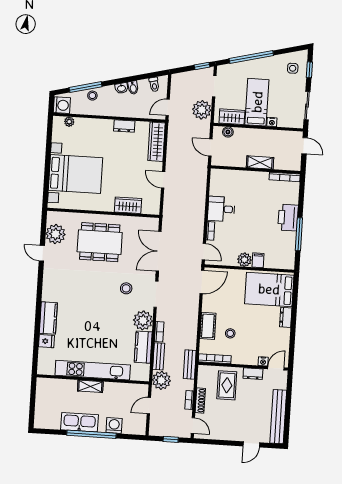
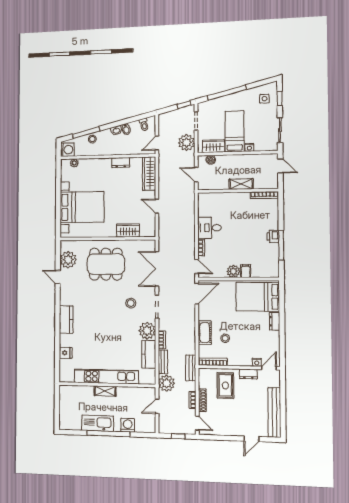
printer: (288, 218) -> (273, 236), width x0.53, depth x0.68
kitchen counter: (48, 318) -> (66, 320), moved

